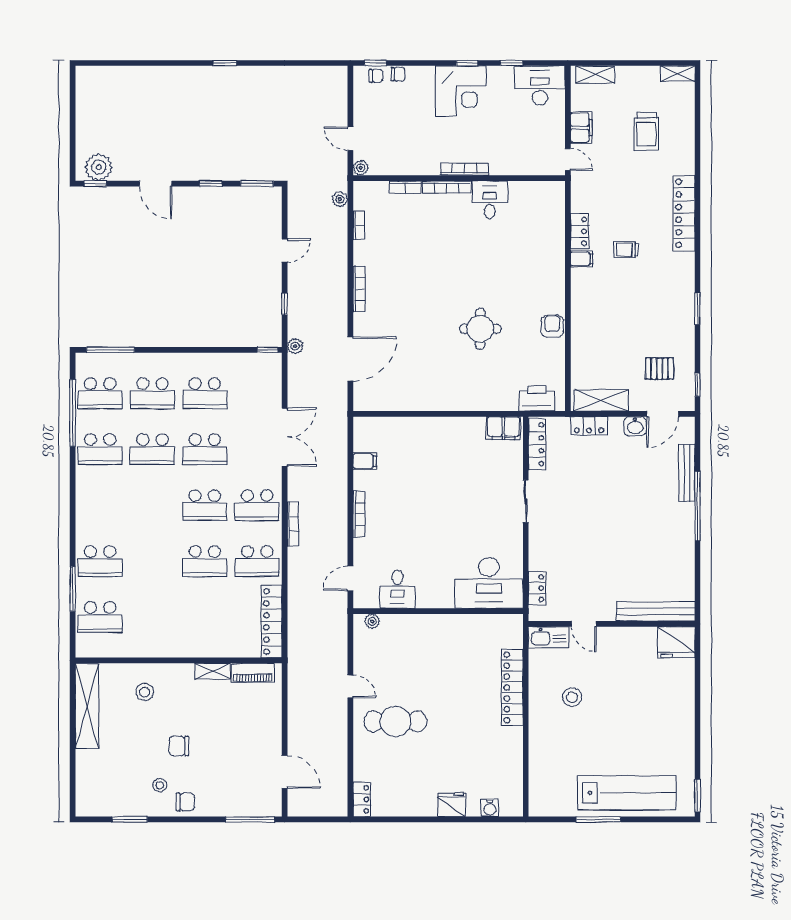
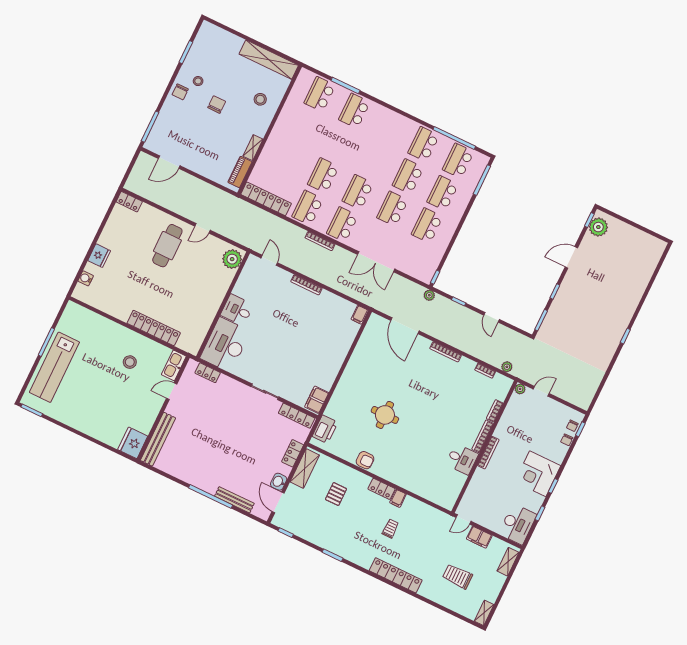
locker: (580, 231) -> (382, 489), moved
pallet: (660, 369) -> (336, 494), moved
filing cabinet: (365, 461) -> (360, 315), moved
desk: (397, 589) -> (237, 310), moved
plant: (372, 621) -> (232, 259), width x1.87, depth x1.87

